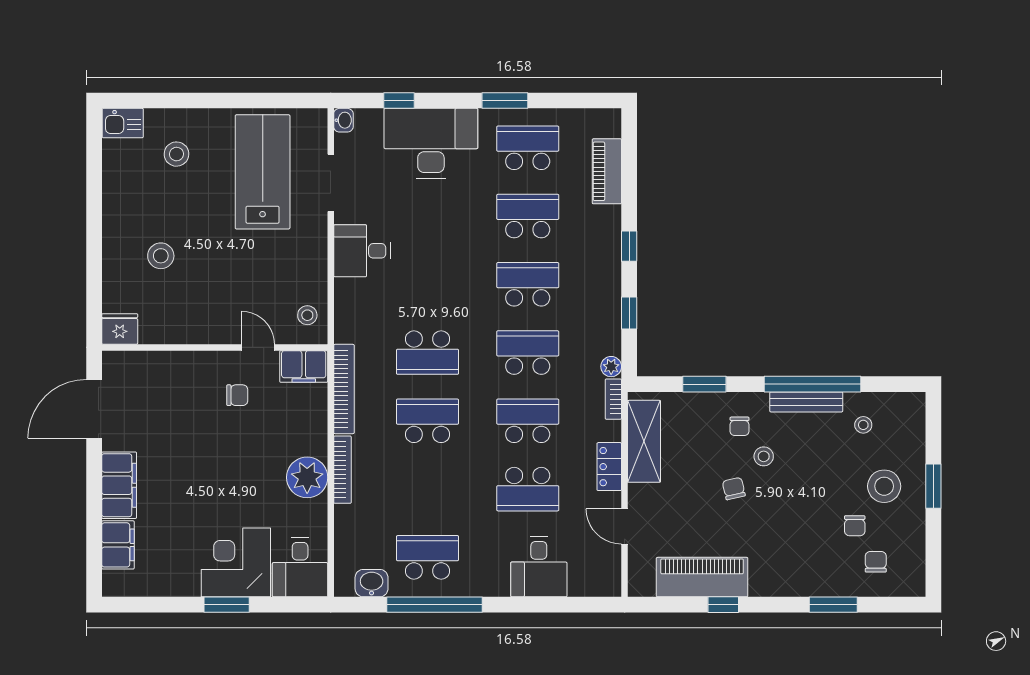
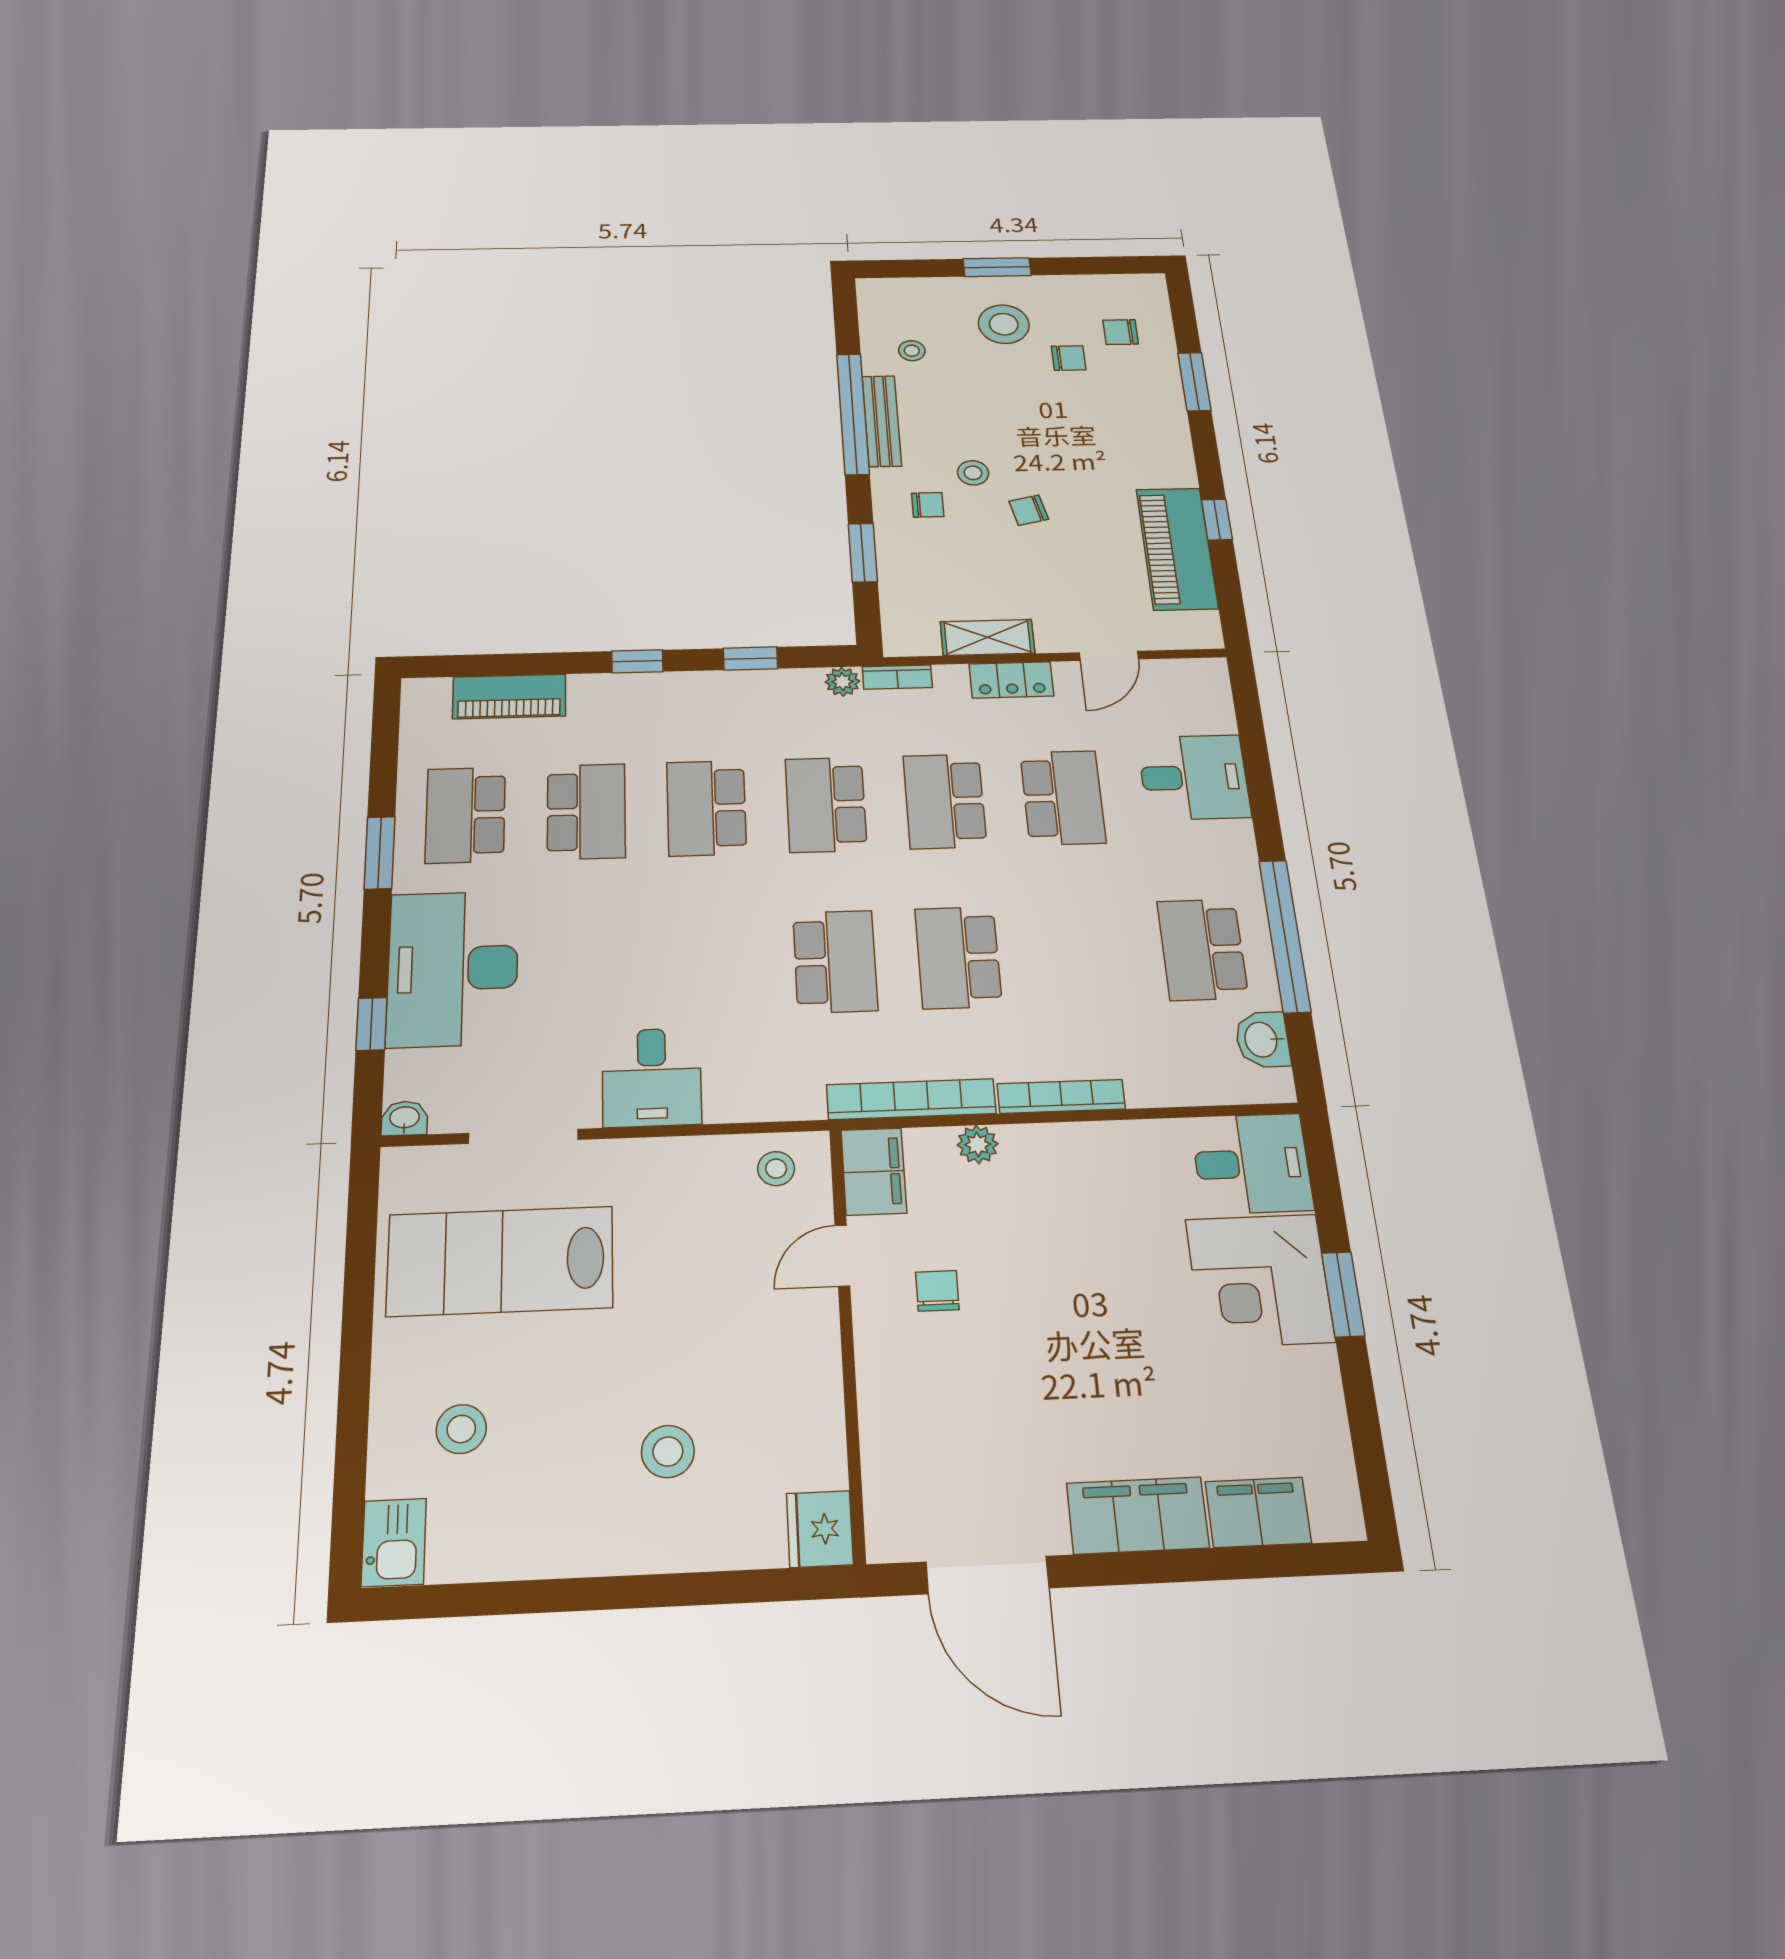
school desk: (528, 216) -> (586, 811), turned 180
shelving: (644, 441) -> (987, 637), width x0.67, depth x0.75
plant: (307, 477) -> (978, 1144), moved, width x0.53, depth x0.53

